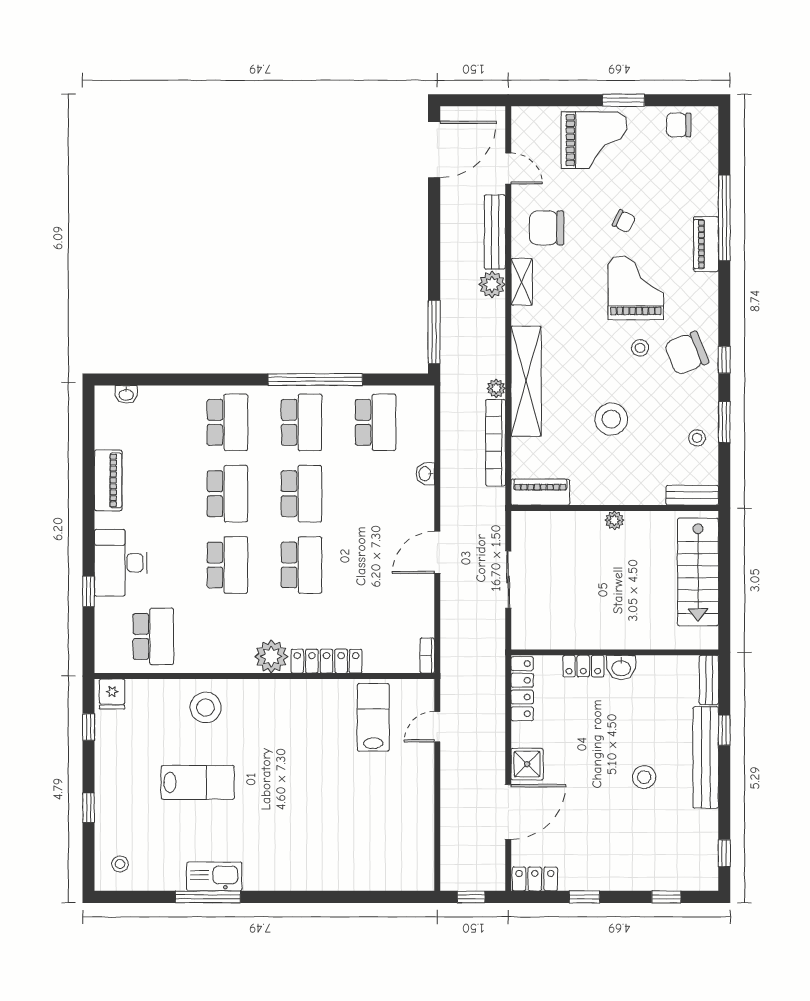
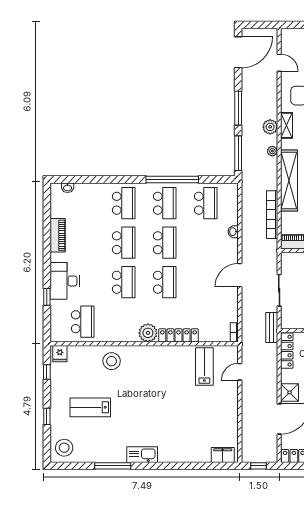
bench: (495, 232) -> (272, 327), moved, width x0.73
window: (434, 251) -> (238, 108), added
plant: (496, 388) -> (272, 151), moved
lab bench: (198, 782) -> (90, 407), moved, turned 180
stool: (120, 864) -> (64, 448), width x1.89, depth x1.89
kitchen sink: (214, 876) -> (142, 455), moved
filing cabinet: (406, 877) -> (223, 455), added

